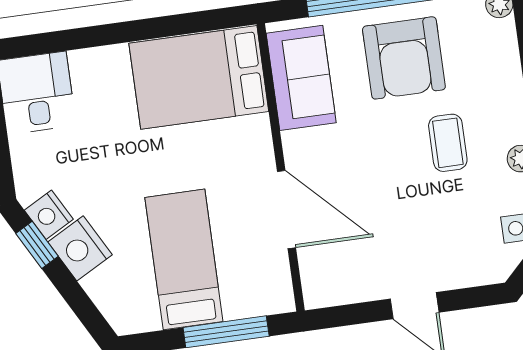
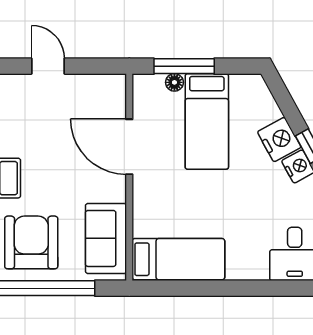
bed: (199, 77) -> (178, 259), width x0.67
floor lamp: (236, 307) -> (174, 82), added

